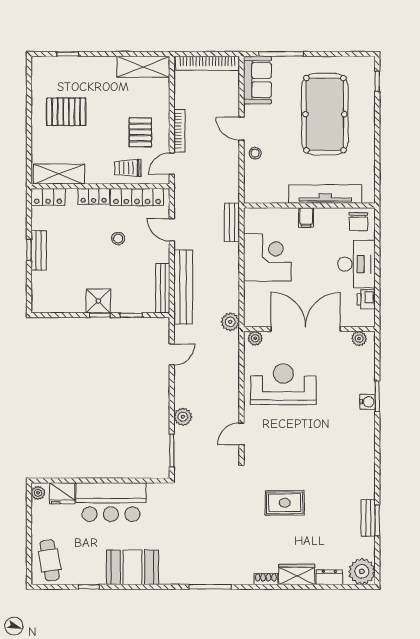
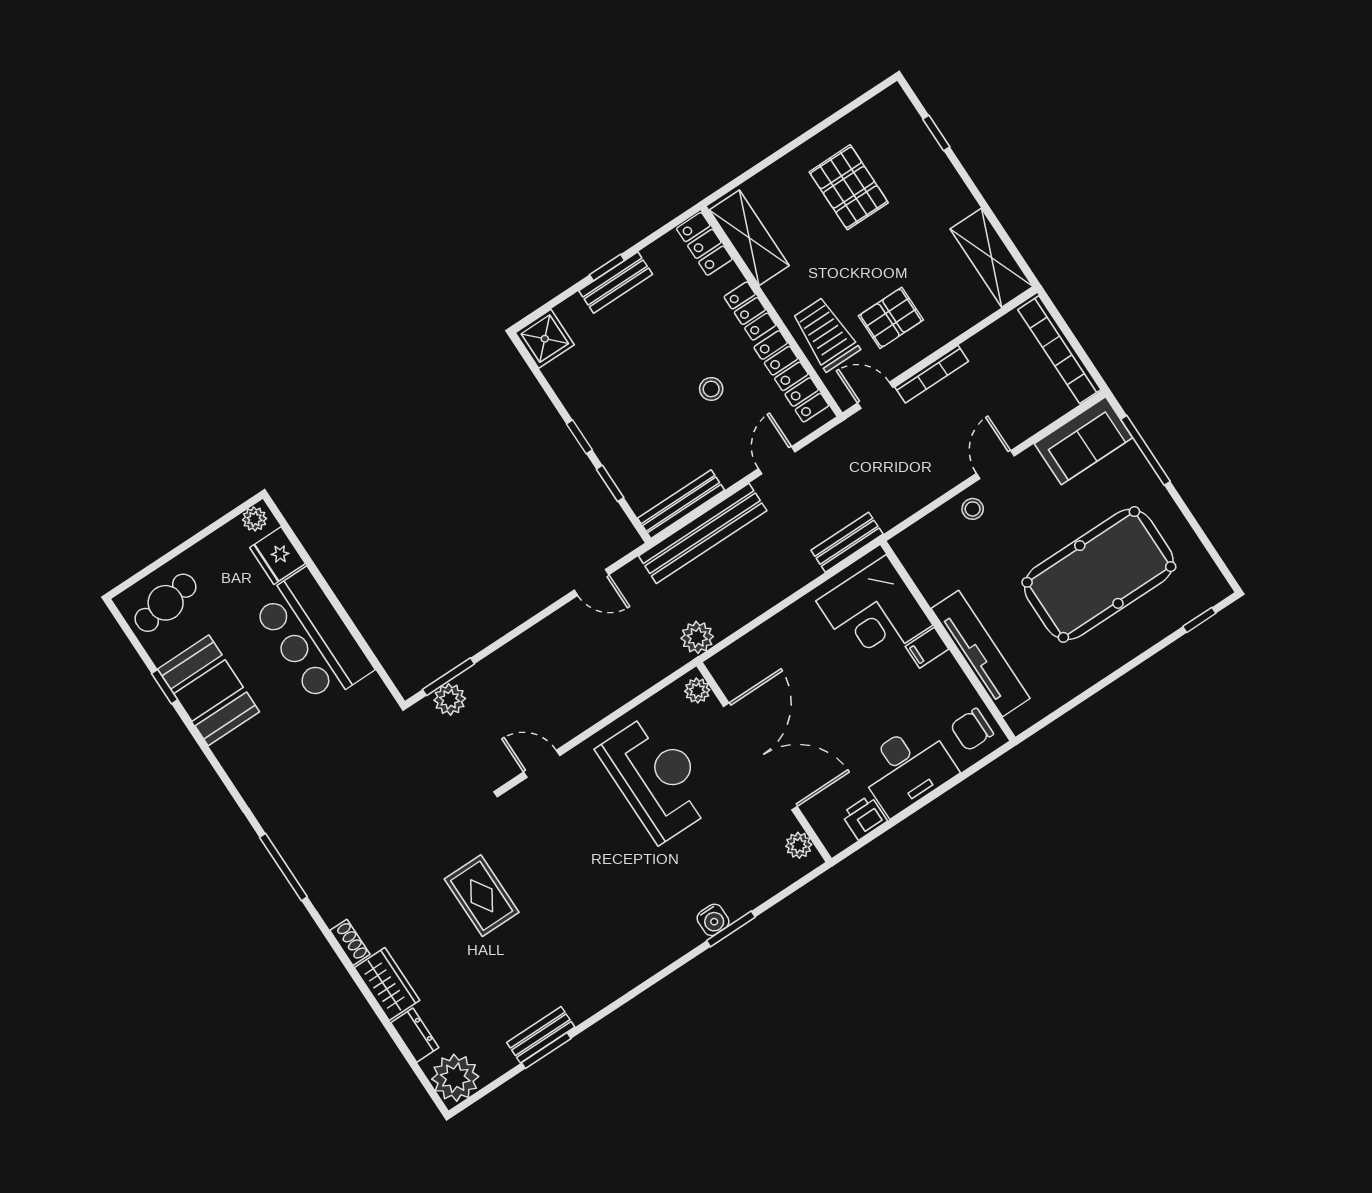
trolley: (128, 168) -> (826, 334), width x1.36, depth x1.39
corner desk: (267, 257) -> (874, 613), moved, turned 90
shower: (98, 301) -> (545, 339), moved
plant: (183, 417) -> (450, 699), moved
booth: (132, 567) -> (209, 690), moved

